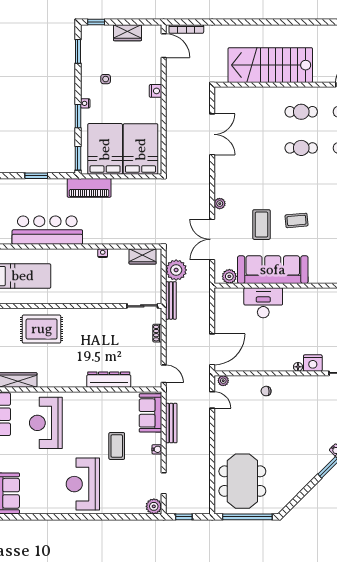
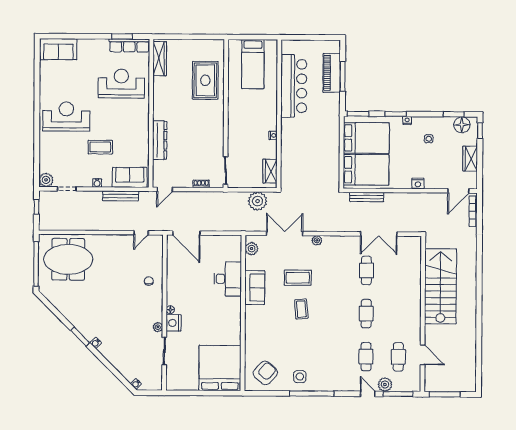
floor lamp: (90, 42) -> (462, 125), added
cafe table: (301, 112) -> (366, 270), moved
window: (36, 176) -> (343, 76), width x1.44
piano: (89, 188) -> (332, 73), moved
sofa: (273, 270) -> (255, 288), width x0.54, depth x0.79
bench: (171, 300) -> (367, 197), moved
plant: (223, 381) -> (158, 327), moved

